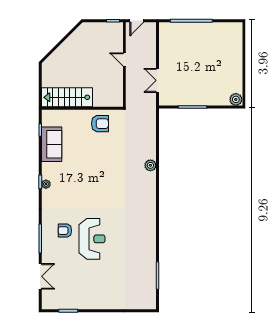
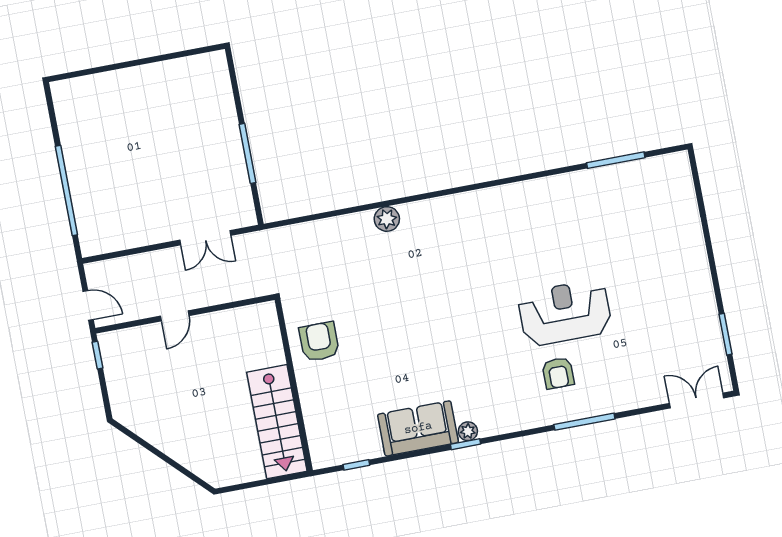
plant: (236, 99) -> (214, 65), removed
sofa: (52, 144) -> (418, 428), moved
double door: (40, 276) -> (697, 401), moved

